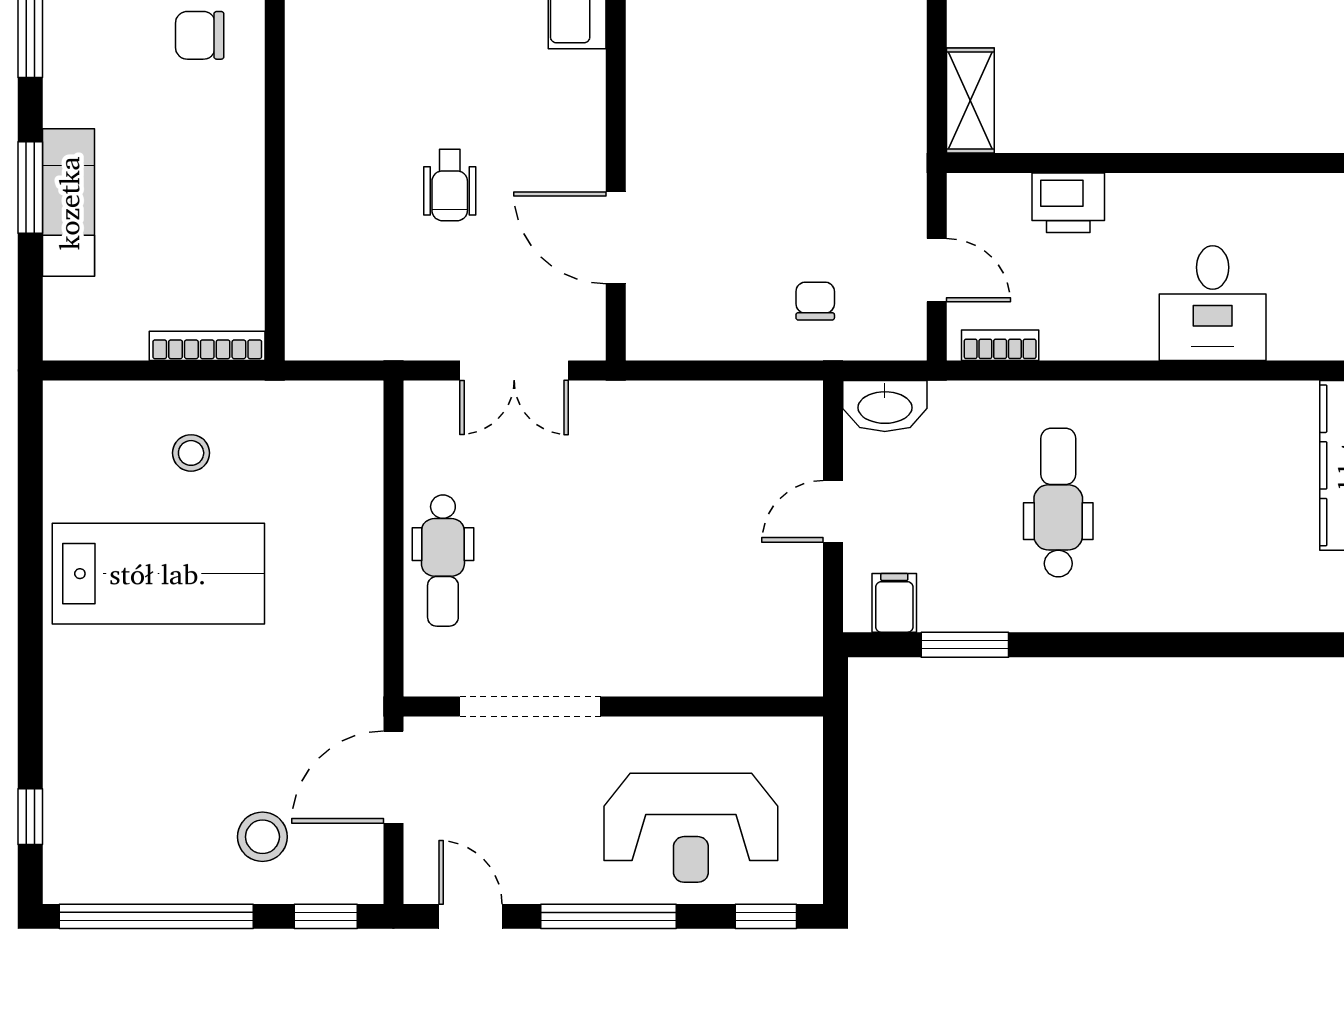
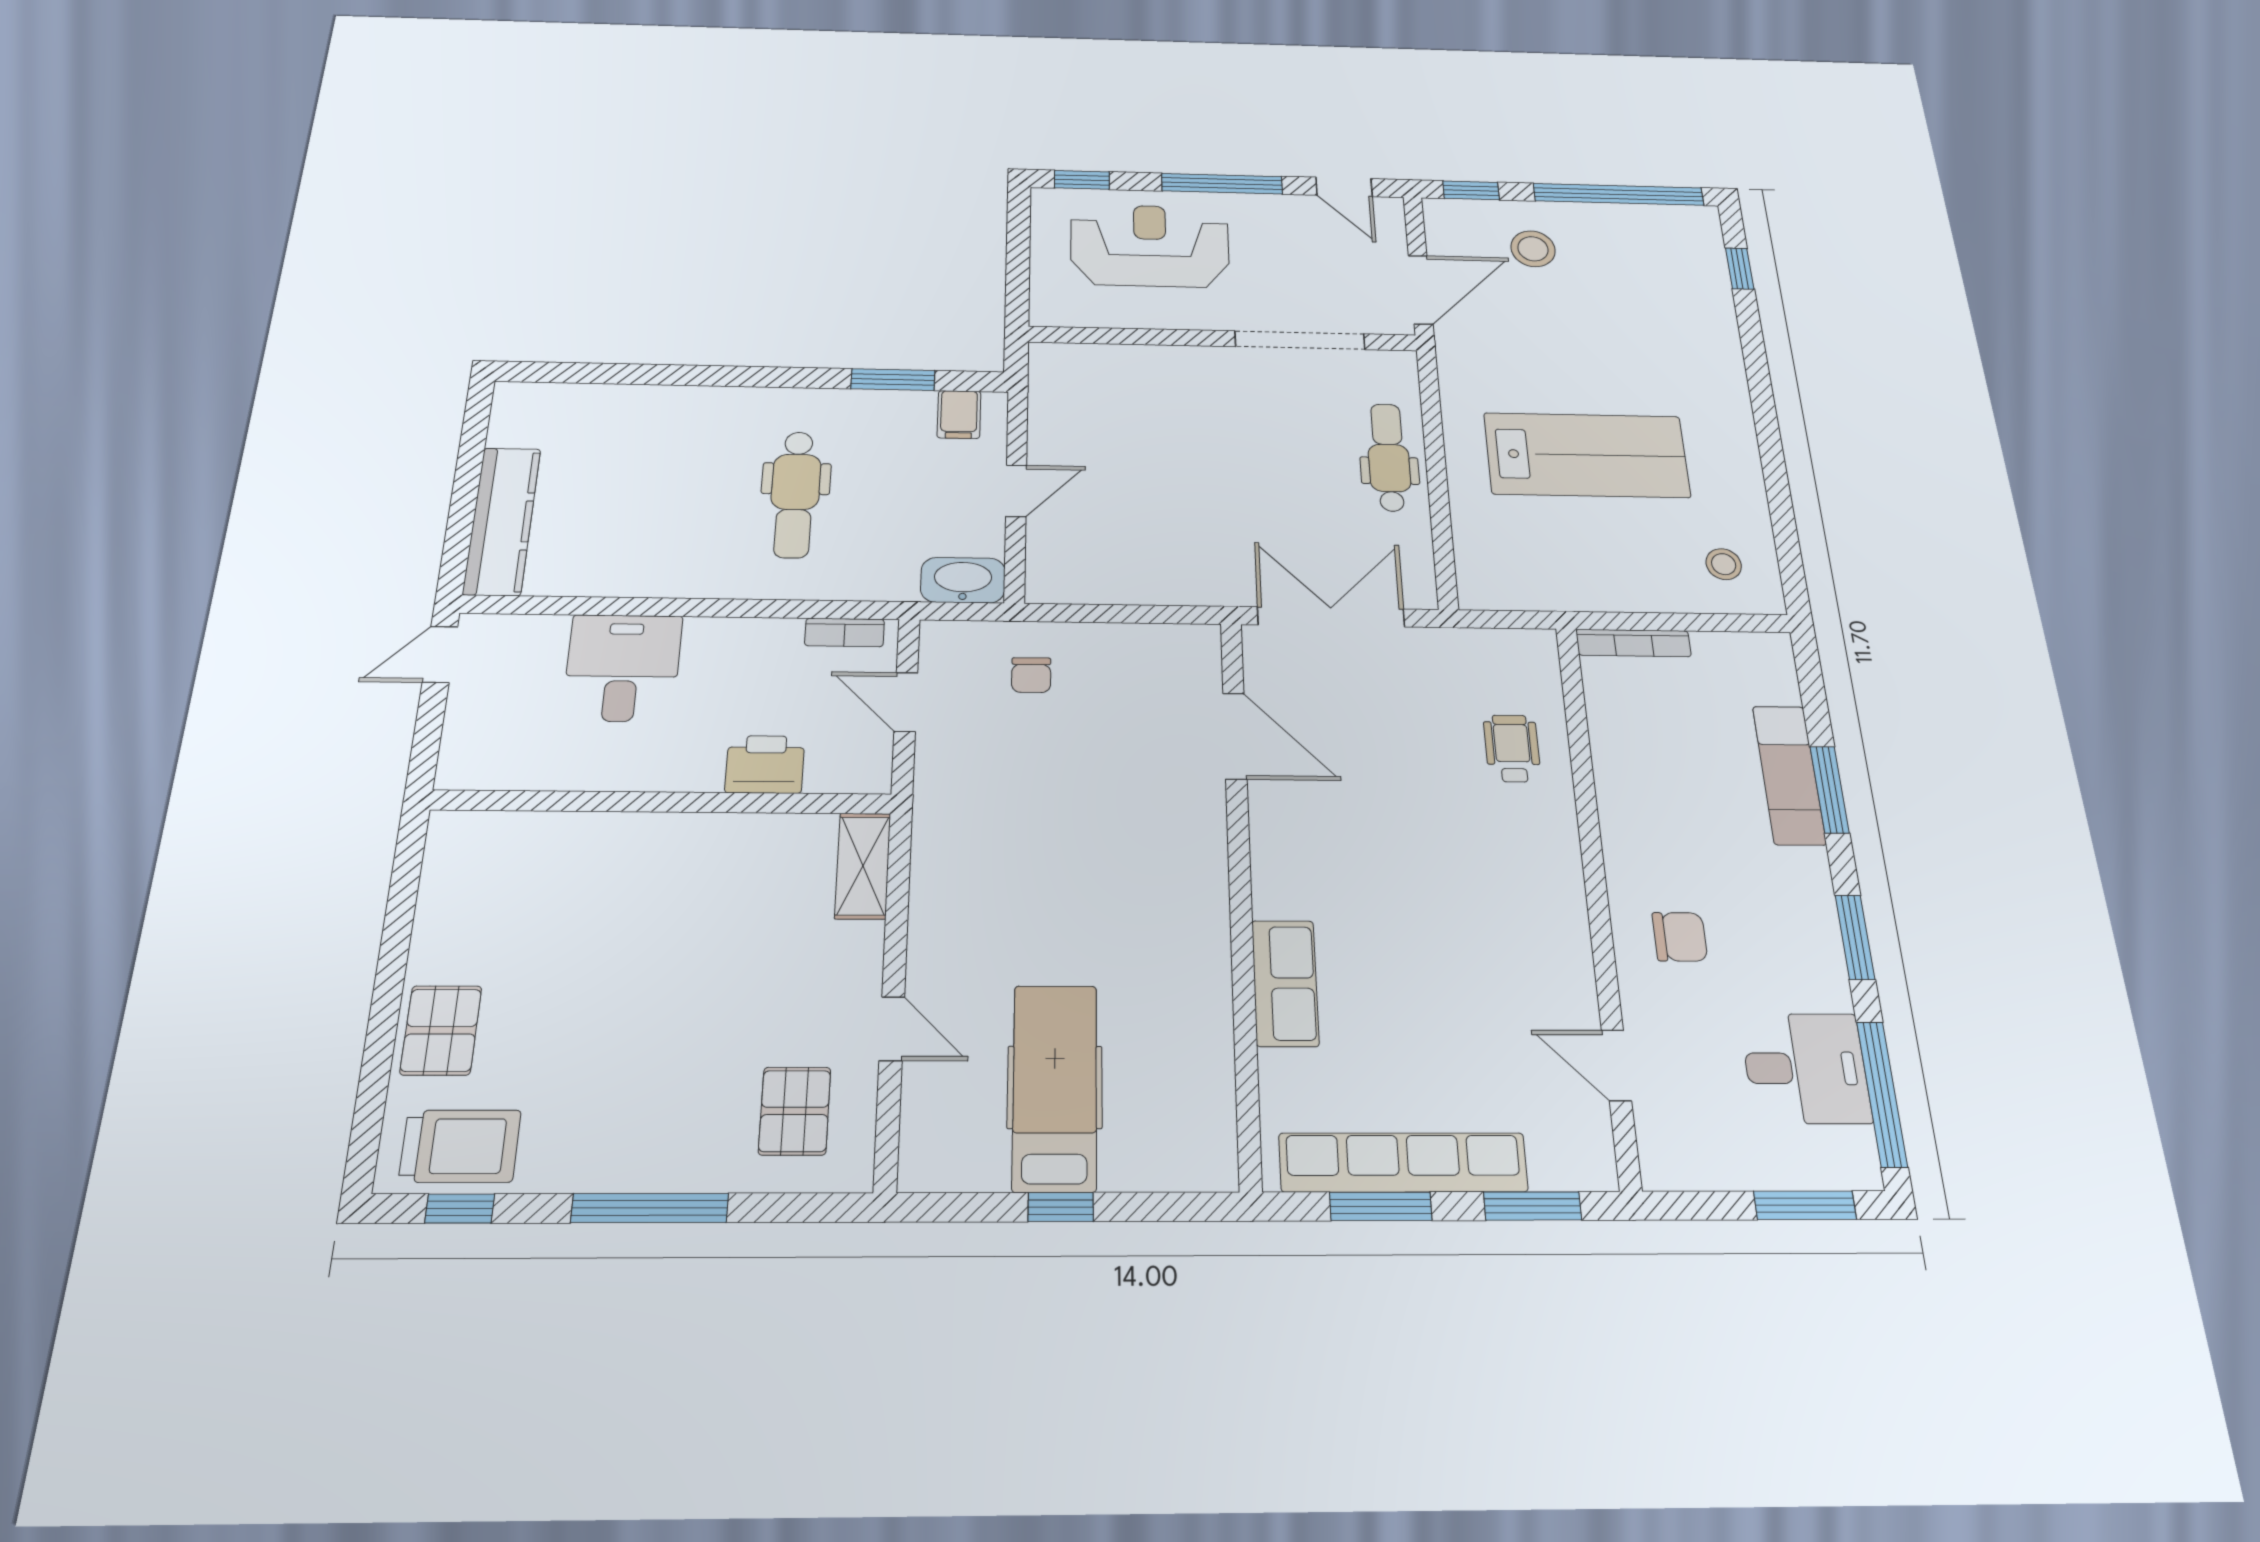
wheelchair: (450, 185) -> (1512, 748), moved
double door: (514, 370) -> (1331, 617), width x1.37
stool: (191, 453) -> (1724, 564), moved
lab bench: (158, 574) -> (1587, 455), moved, turned 180

